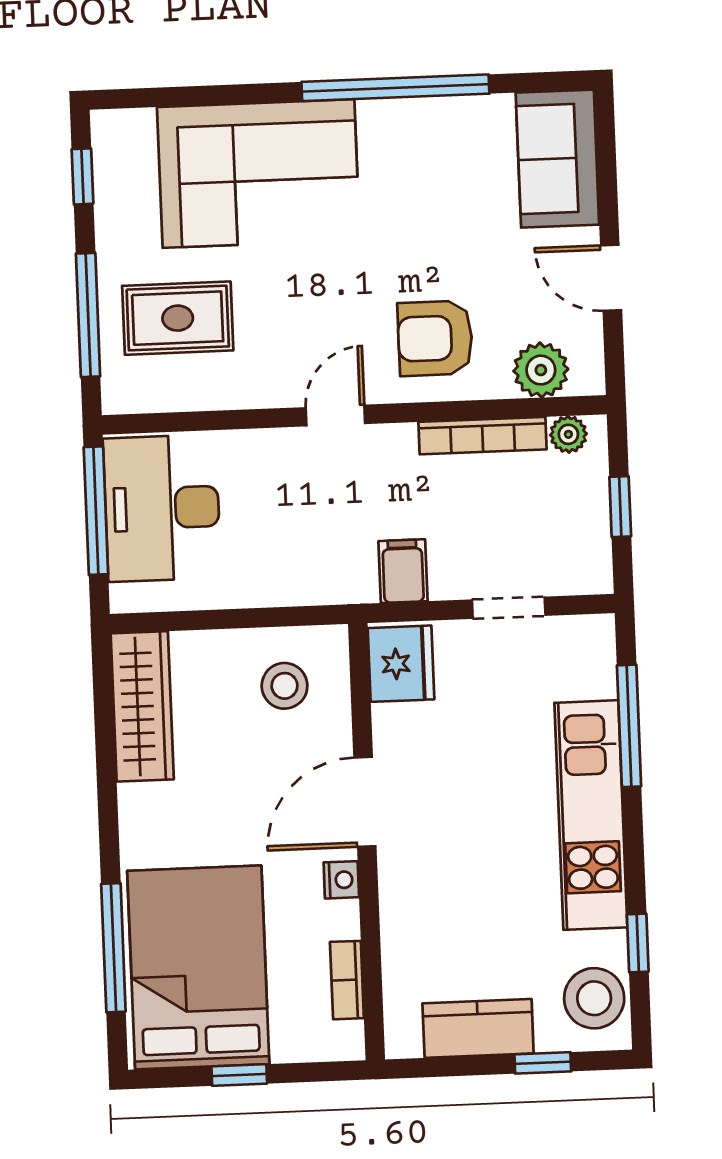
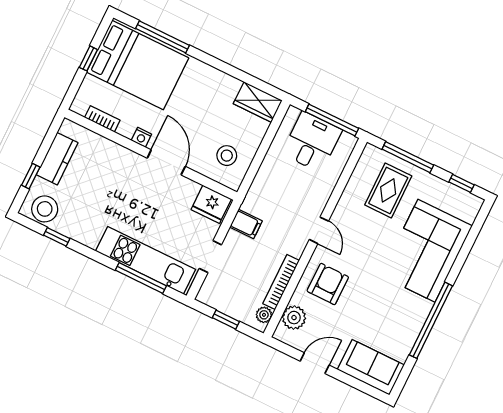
desk: (162, 508) -> (312, 142), width x0.73
wardrobe: (142, 706) -> (258, 102), width x0.67
kitchen unit: (591, 815) -> (146, 260), moved

